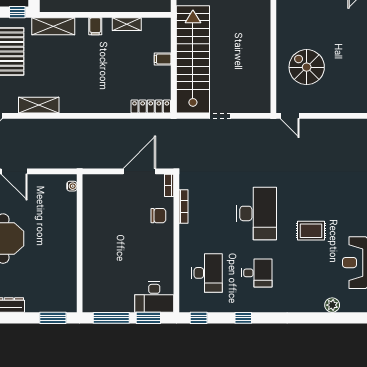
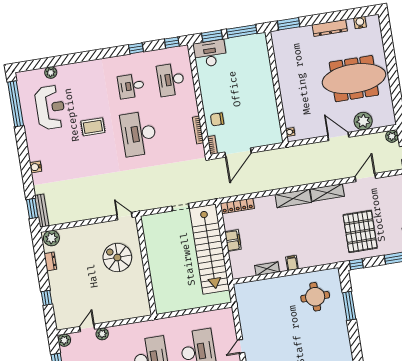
shelving: (53, 26) -> (293, 198), moved
filing cabinet: (163, 59) -> (233, 240), width x2.00
spiral stairs: (307, 67) -> (117, 257), turned 180
plant: (332, 305) -> (51, 73), moved

